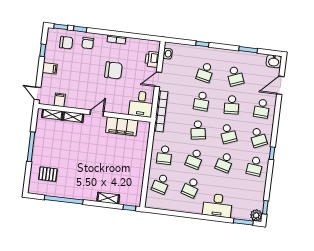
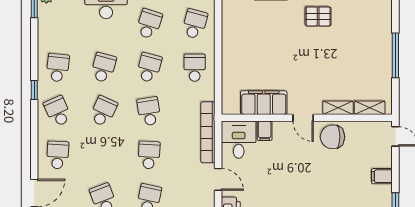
chair: (114, 70) -> (332, 137), moved
door: (158, 79) -> (218, 179), hinge flipped
filing cabinet: (60, 100) -> (265, 131), moved
school desk: (232, 105) -> (103, 155), removed
door: (97, 113) -> (303, 118), hinge flipped
school desk: (228, 134) -> (103, 111), turned 45
pallet: (48, 174) -> (318, 16), moved

